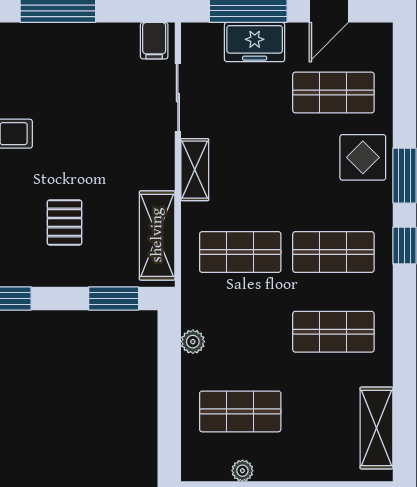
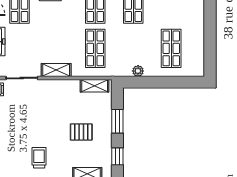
shelving: (157, 235) -> (95, 86), width x0.67, depth x0.75
window: (114, 298) -> (117, 121), moved
plant: (242, 471) -> (199, 47), removed

